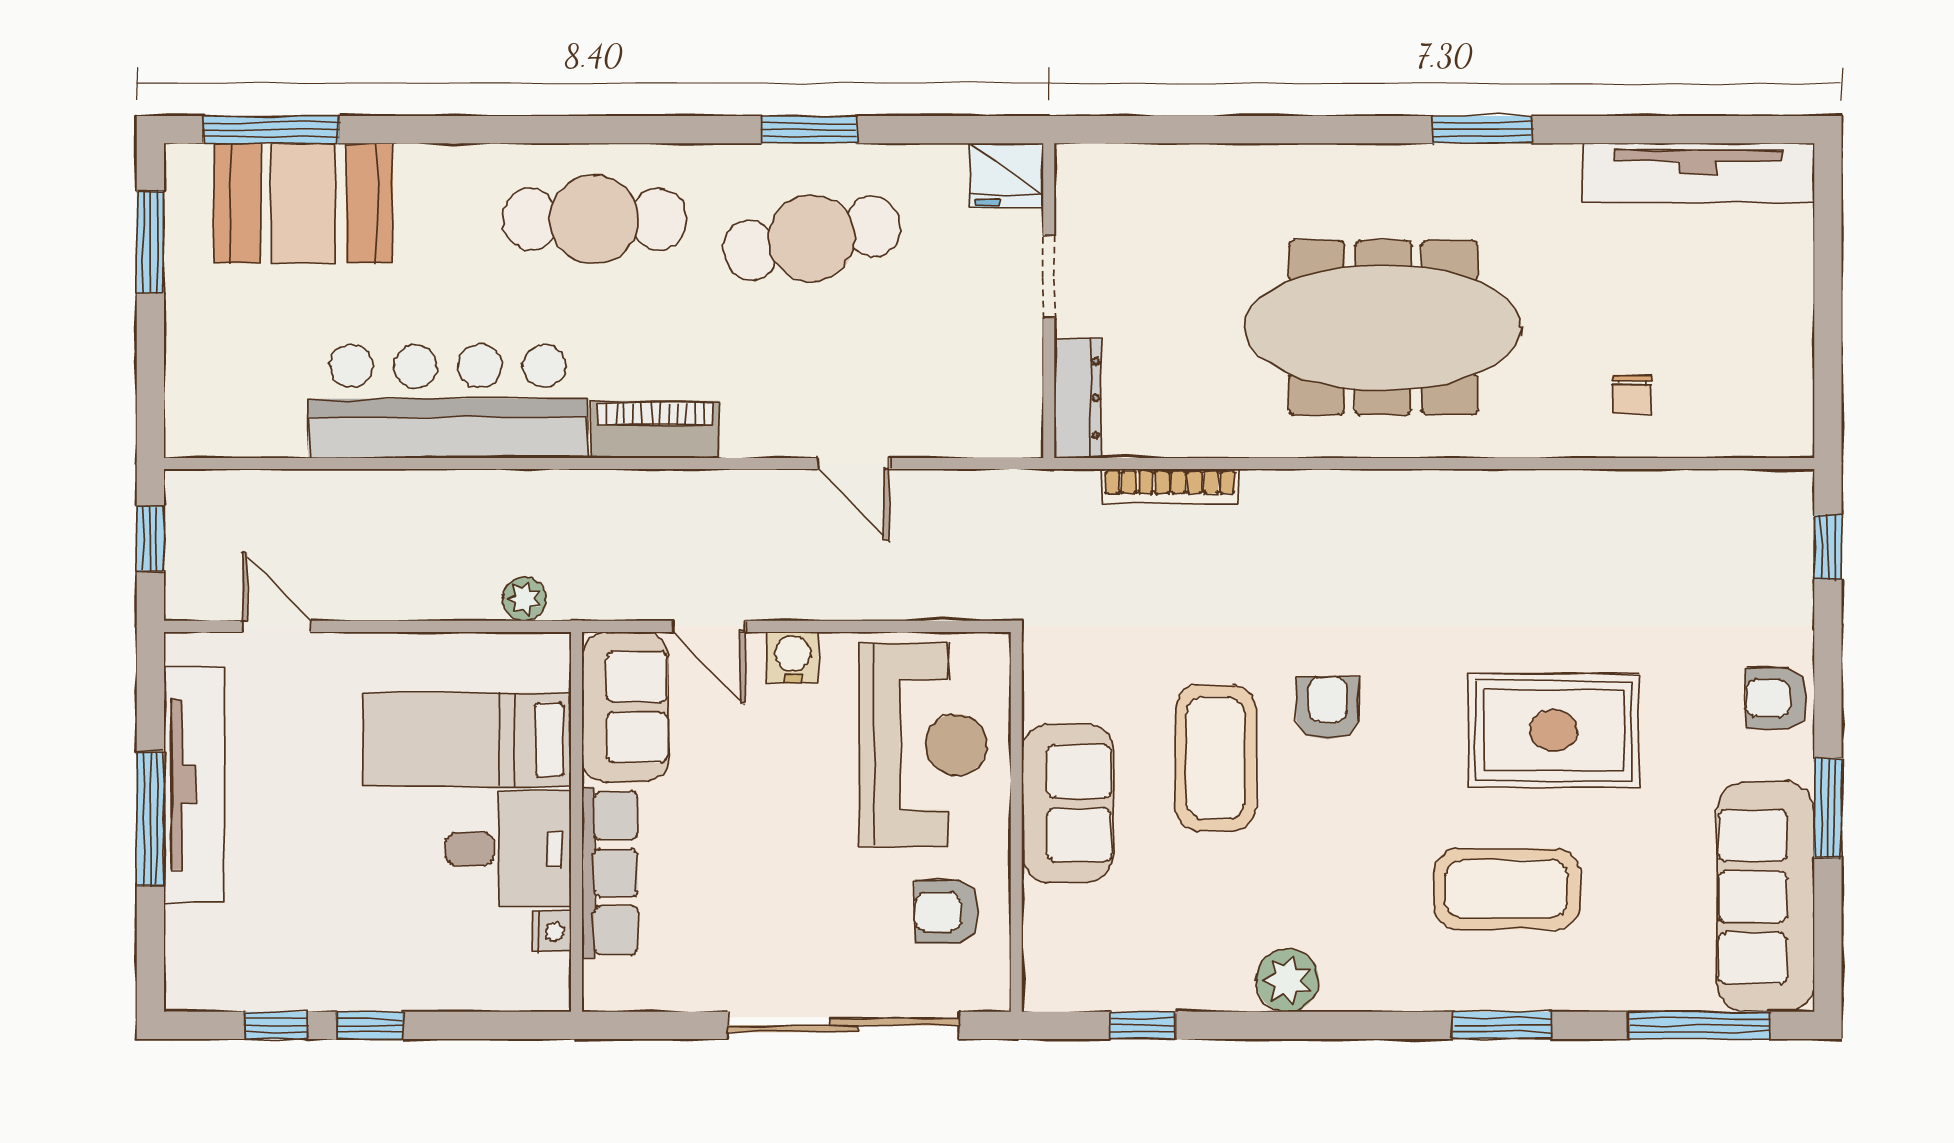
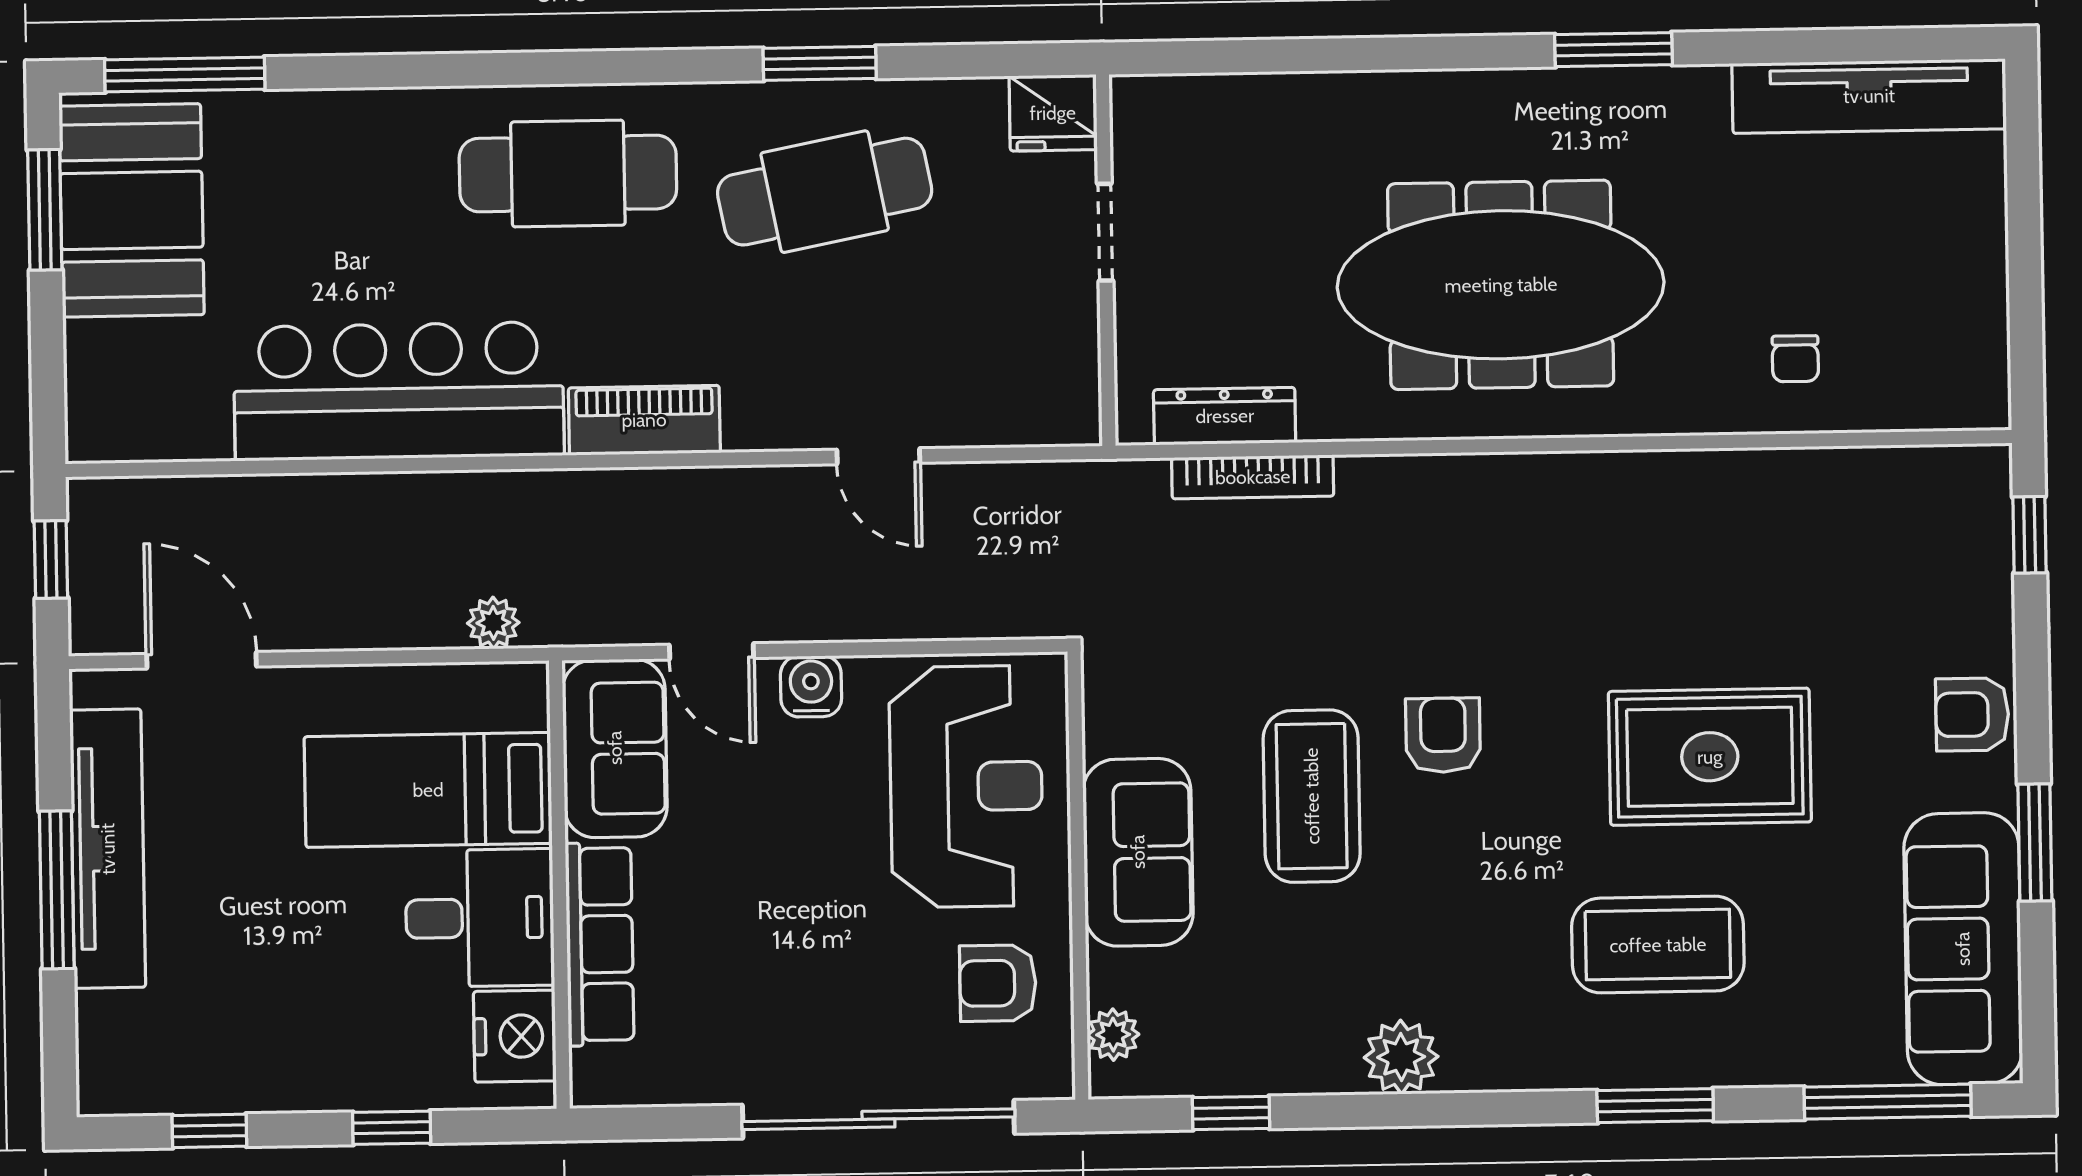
booth: (303, 203) -> (132, 210), moved, turned 90
dresser: (1078, 398) -> (1225, 416), moved, turned -90
door: (276, 626) -> (201, 660), width x1.38
nightstand: (552, 932) -> (515, 1036), width x1.89, depth x1.79
plant: (1044, 957) -> (1113, 1035), added
window: (370, 1025) -> (392, 1128), moved

